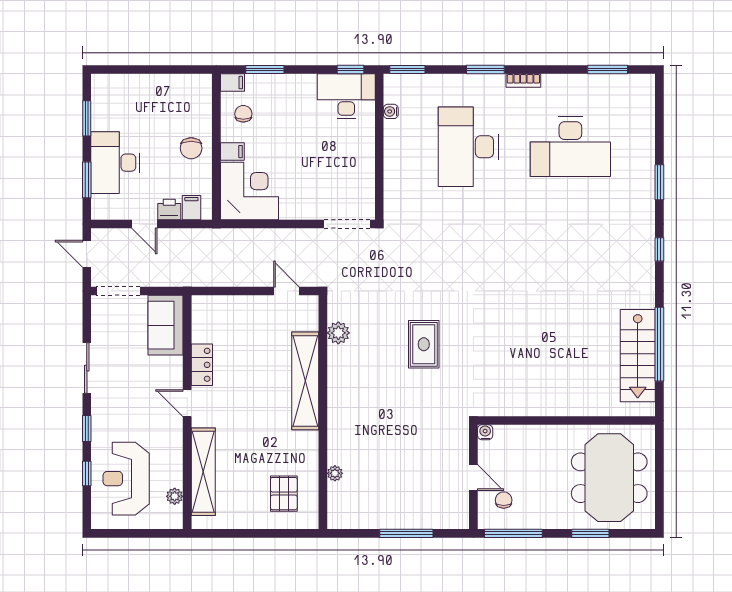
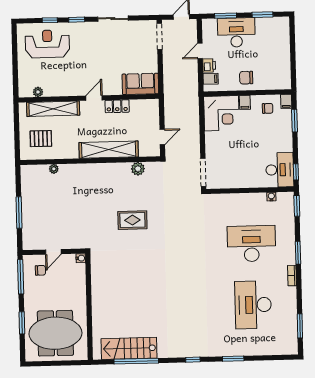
sofa: (166, 325) -> (140, 84), moved
locker: (202, 365) -> (117, 106), moved
door: (187, 403) -> (94, 98), moved
wall: (187, 412) -> (89, 98), moved
shelving: (203, 472) -> (53, 109), moved
plant: (175, 496) -> (38, 92), moved

